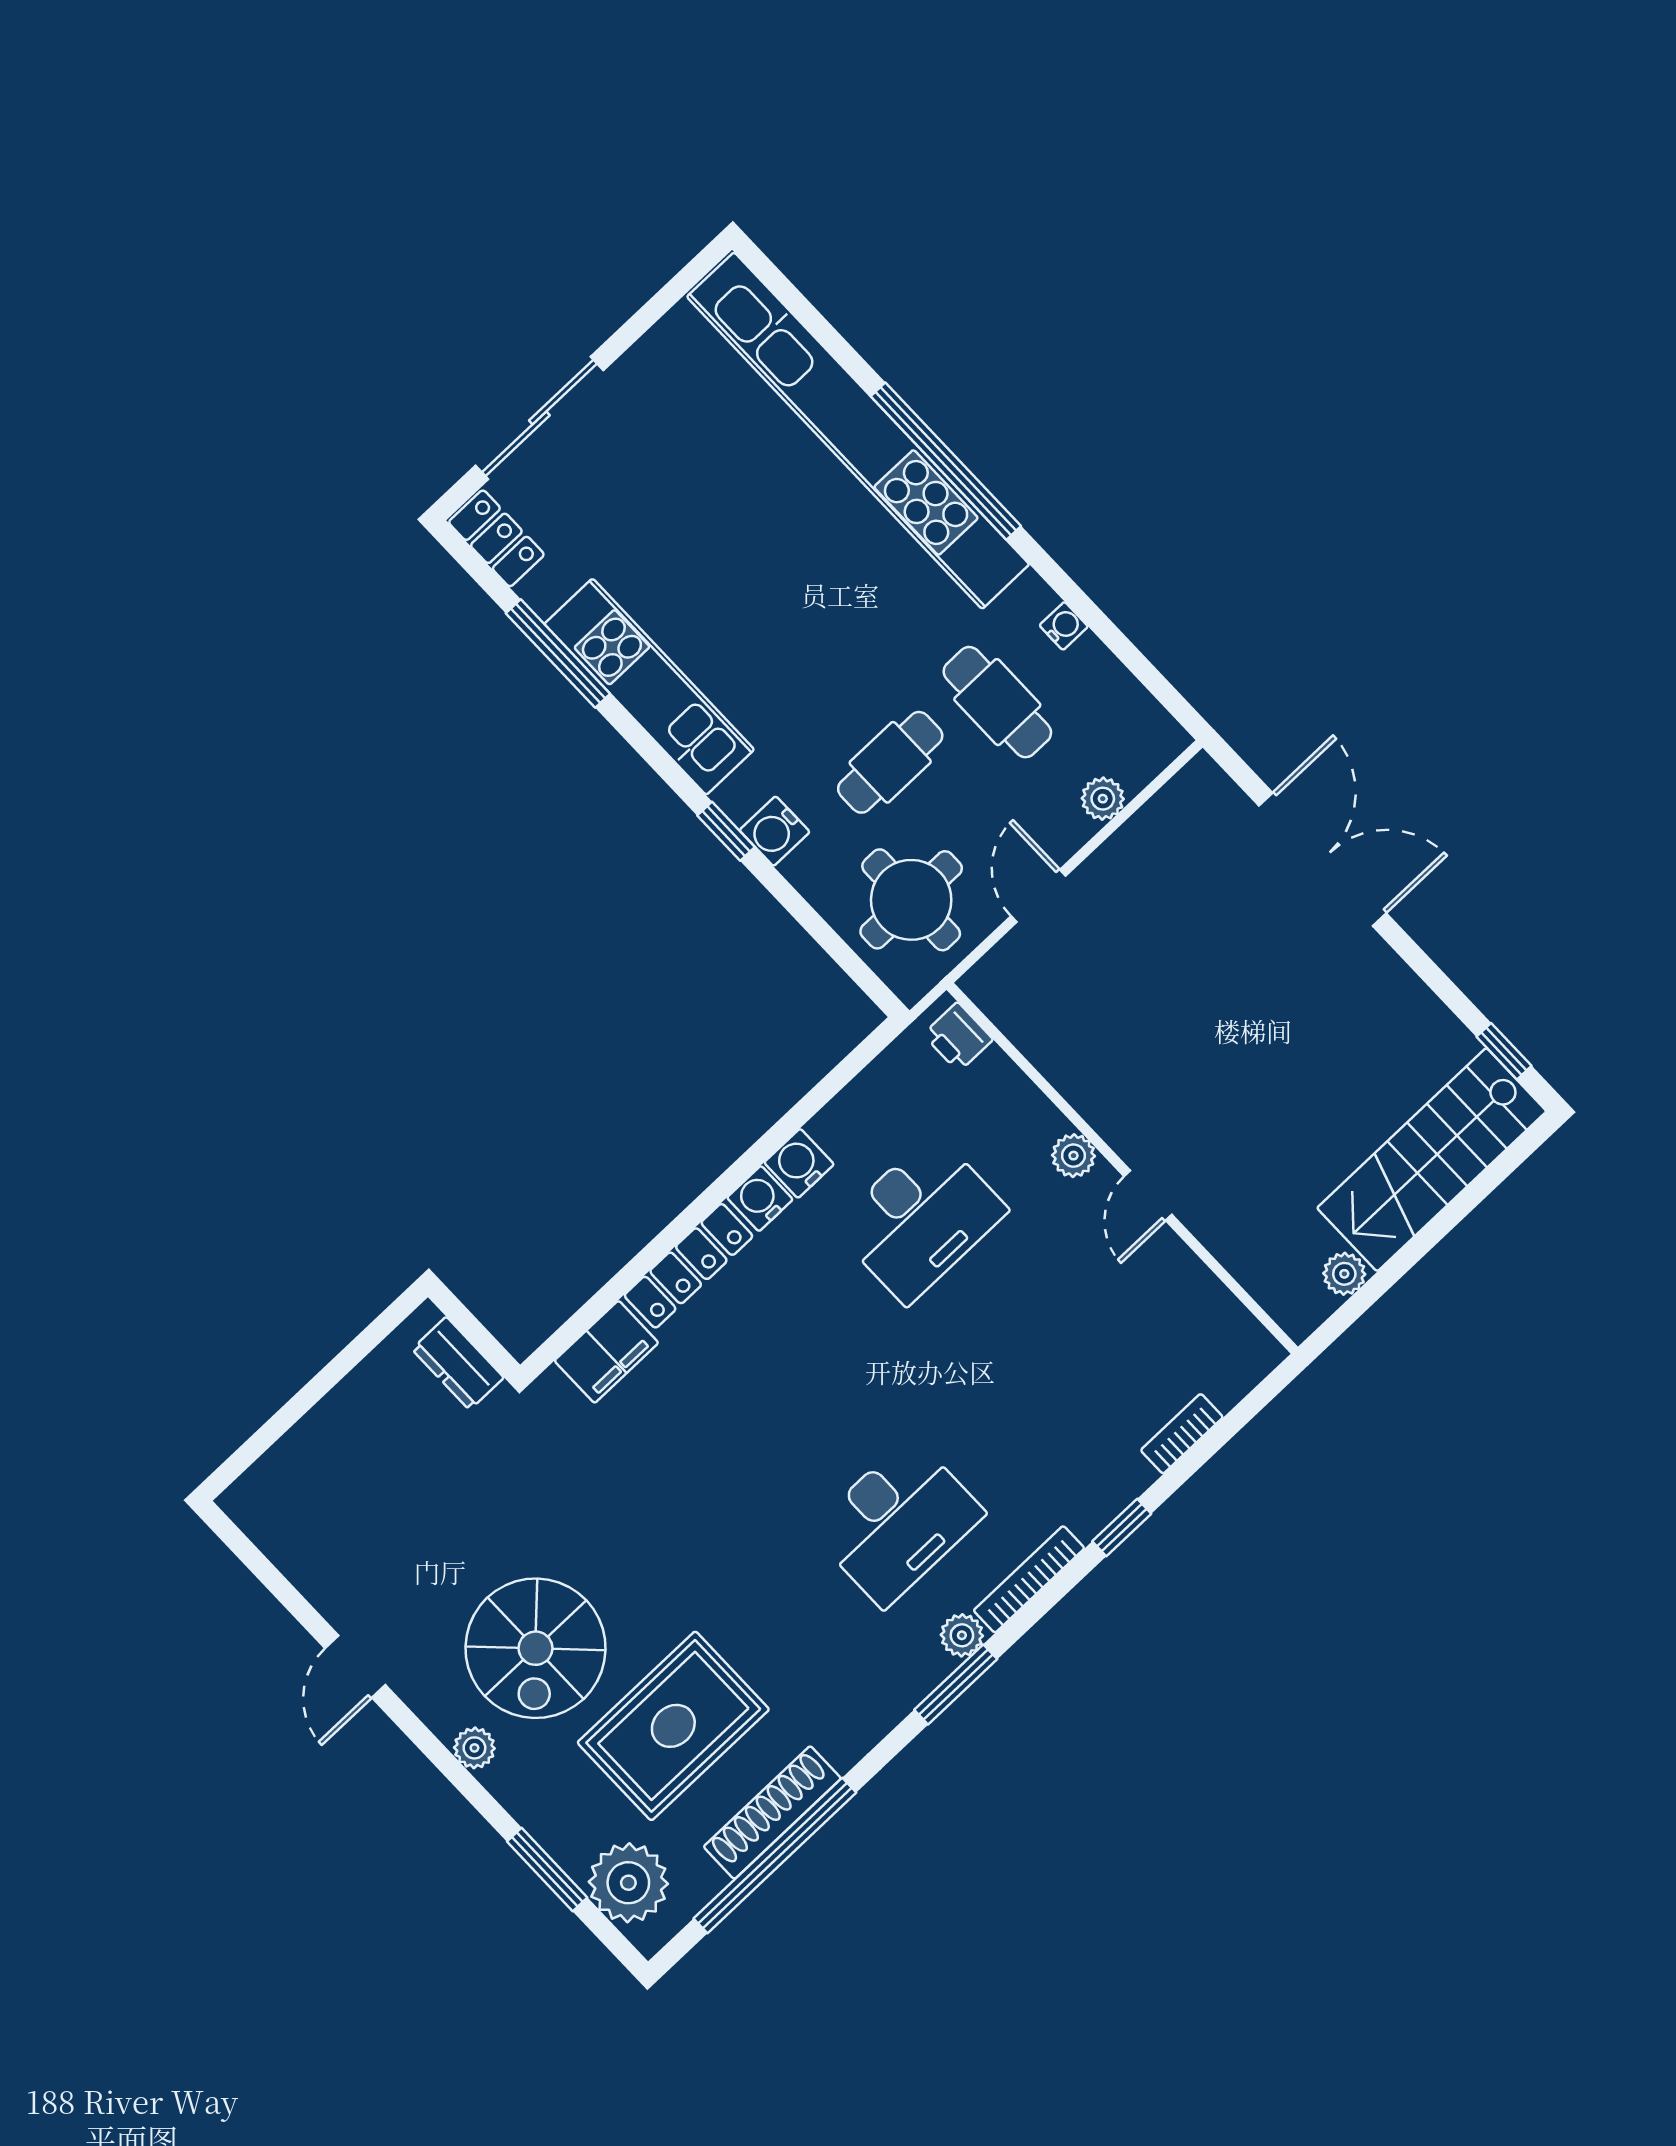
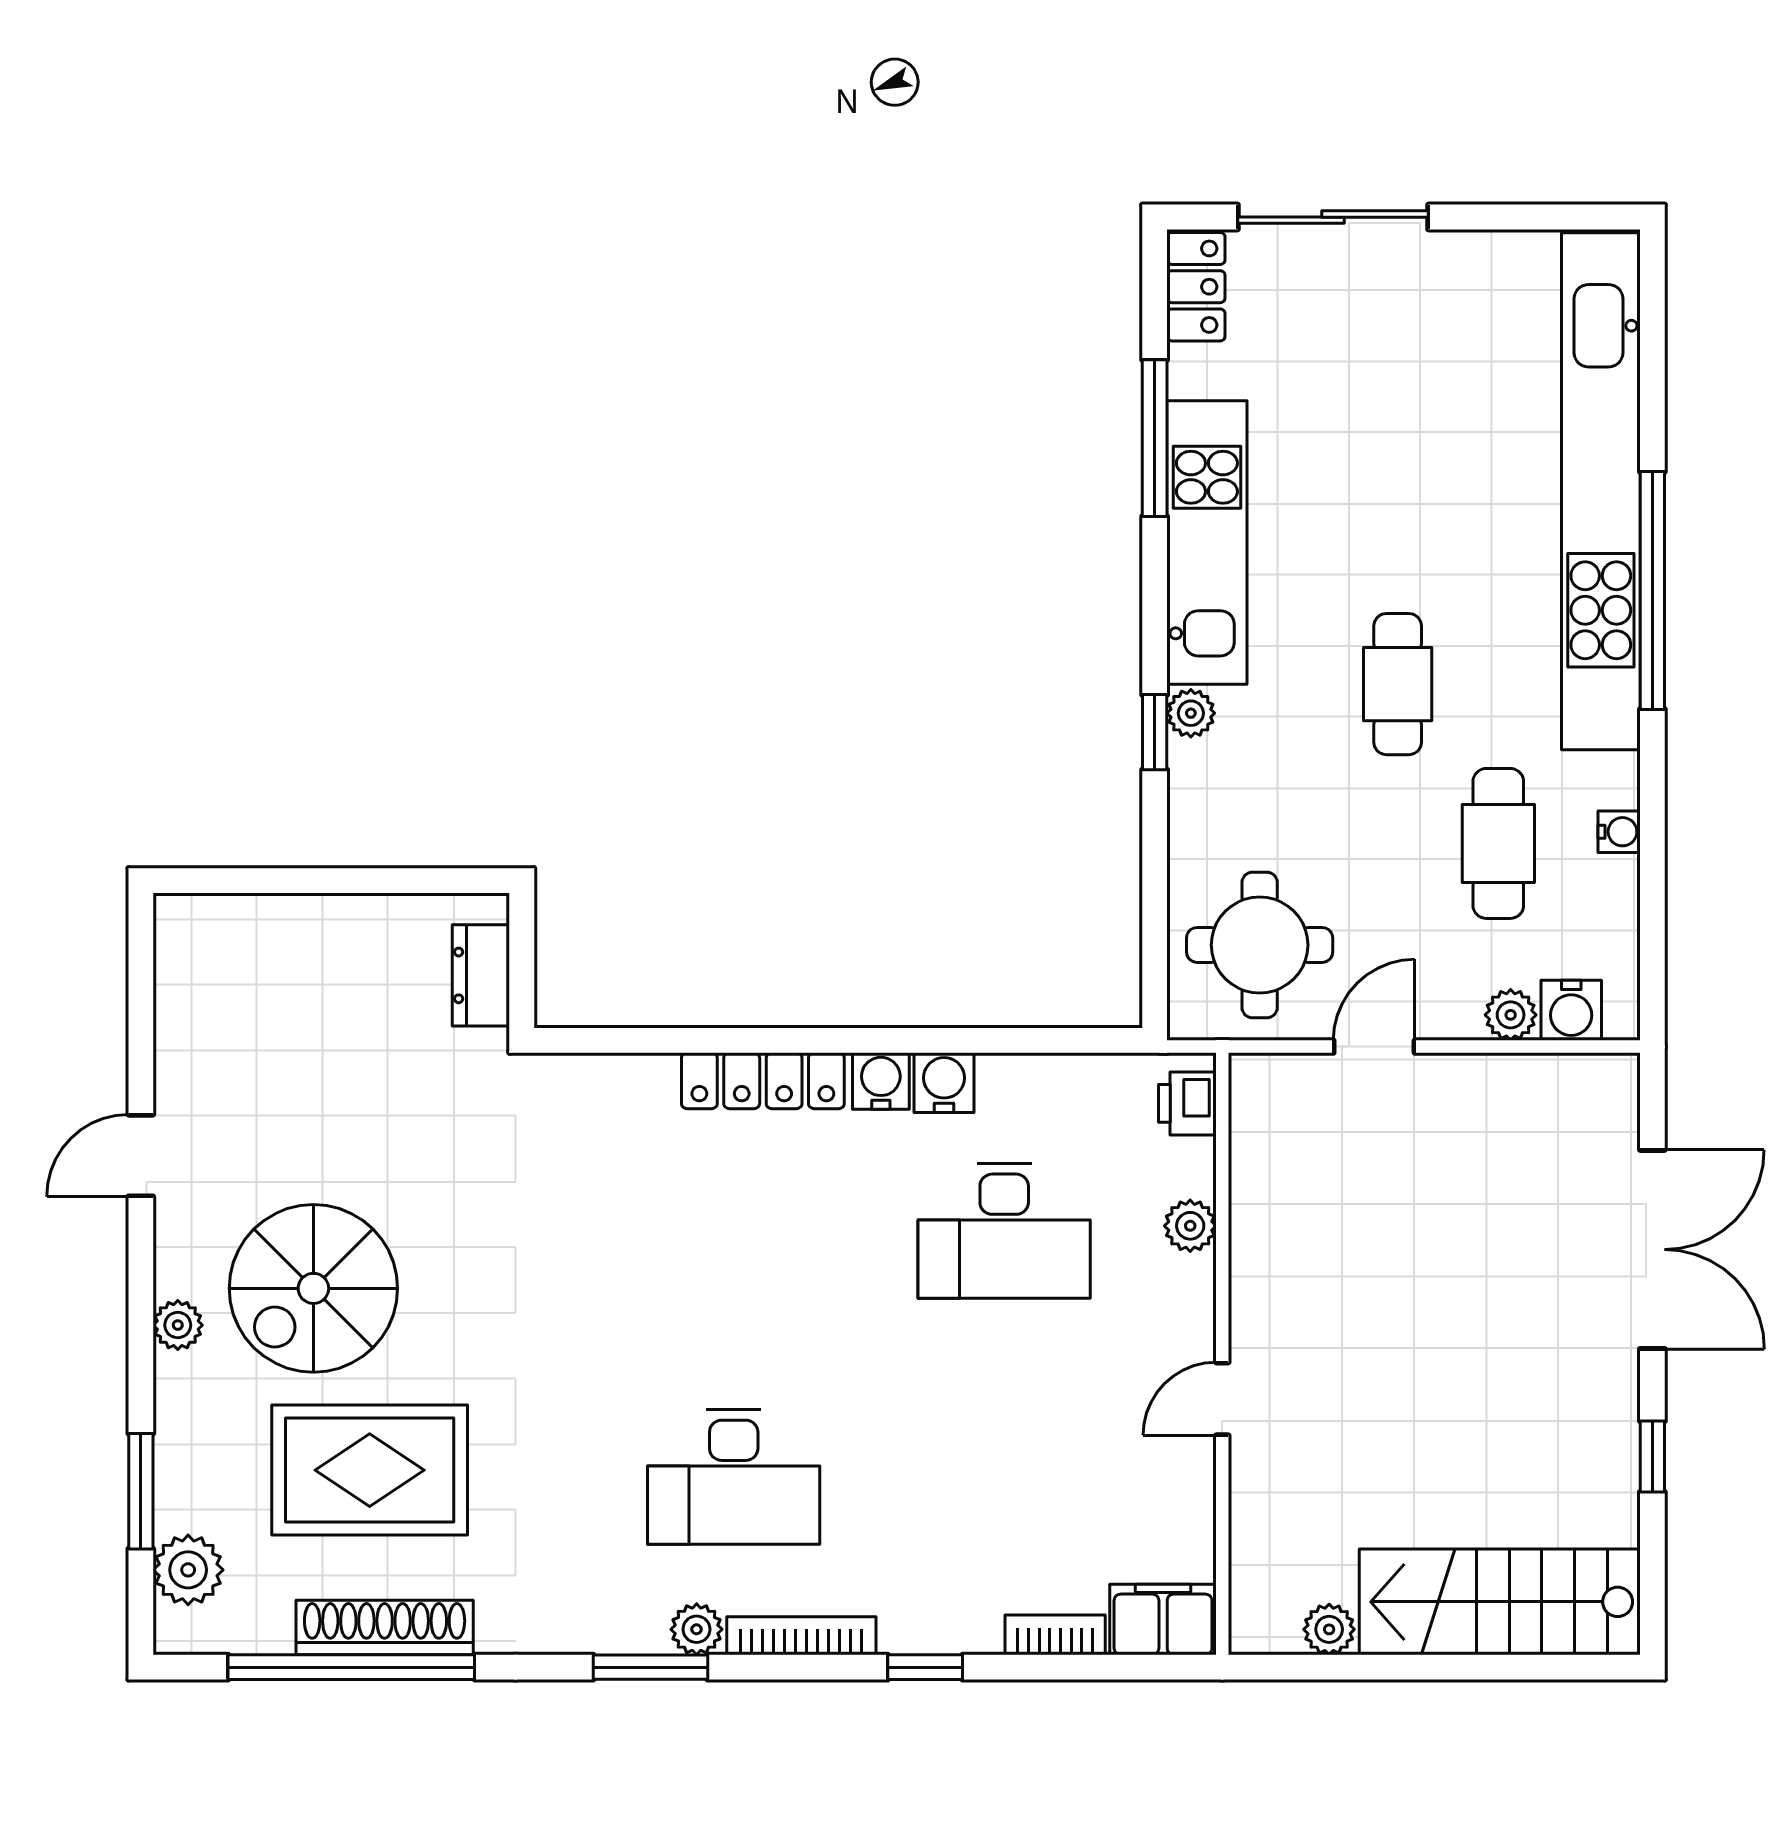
cafe table: (890, 762) -> (1398, 684), moved, turned 90
plant: (737, 799) -> (1191, 713), added
water cooler: (775, 831) -> (1571, 1010), moved, turned -90
window: (1504, 1051) -> (1652, 1457), moved
plant: (1074, 1156) -> (1190, 1226), moved
filing cabinet: (606, 1352) -> (1163, 1619), moved, turned 180
plant: (628, 1883) -> (188, 1570), width x0.73, depth x0.73

